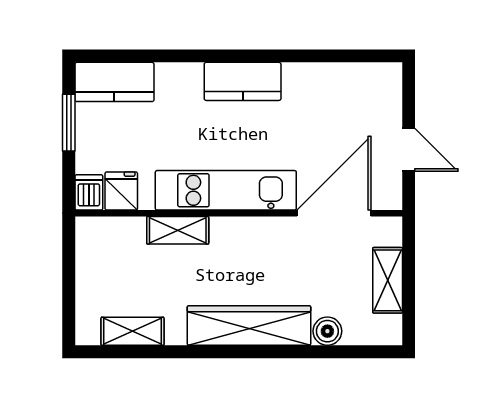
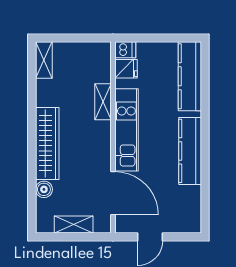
kitchen counter: (243, 81) -> (190, 151), width x1.50
kitchen counter: (114, 82) -> (190, 76), width x1.50
window: (69, 123) -> (166, 38), removed
shelving: (133, 331) -> (44, 60), moved

